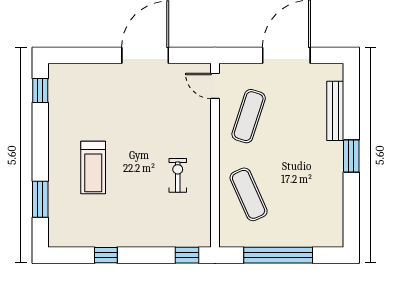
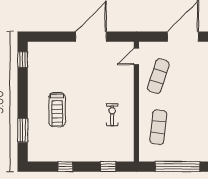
door: (215, 86) -> (136, 56), hinge flipped
exercise mat: (249, 194) -> (158, 127), turned 30
window: (187, 255) -> (108, 167), moved

